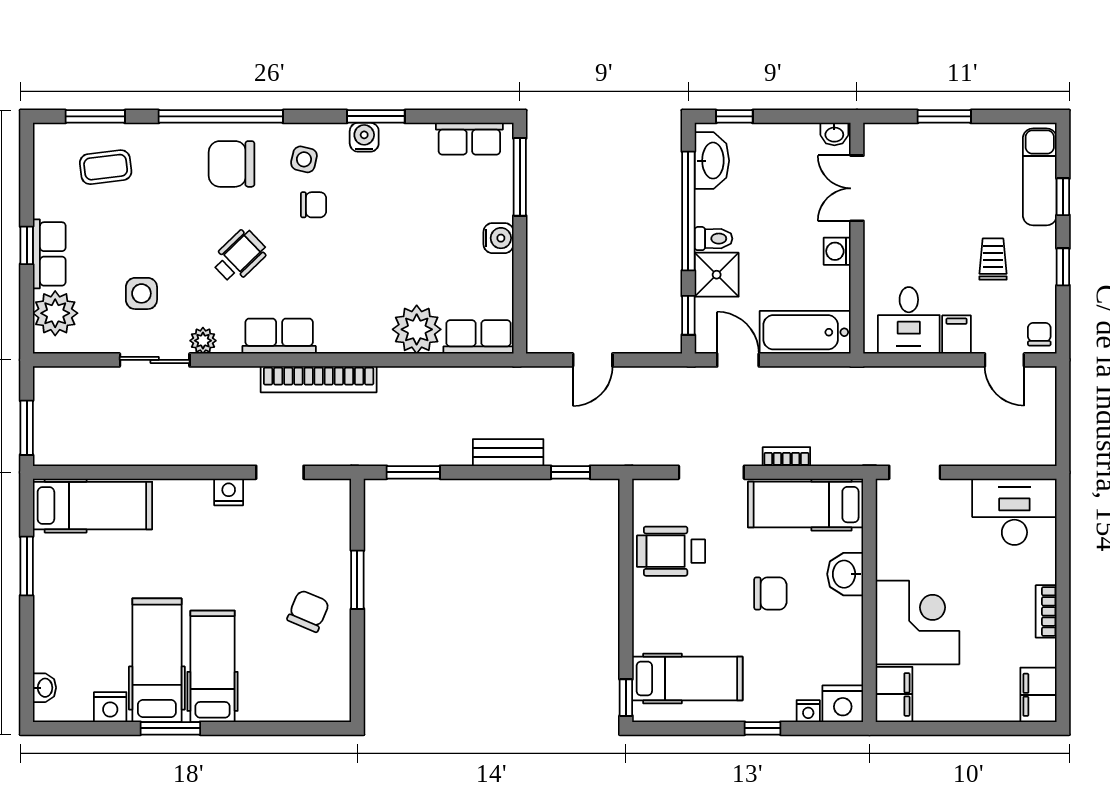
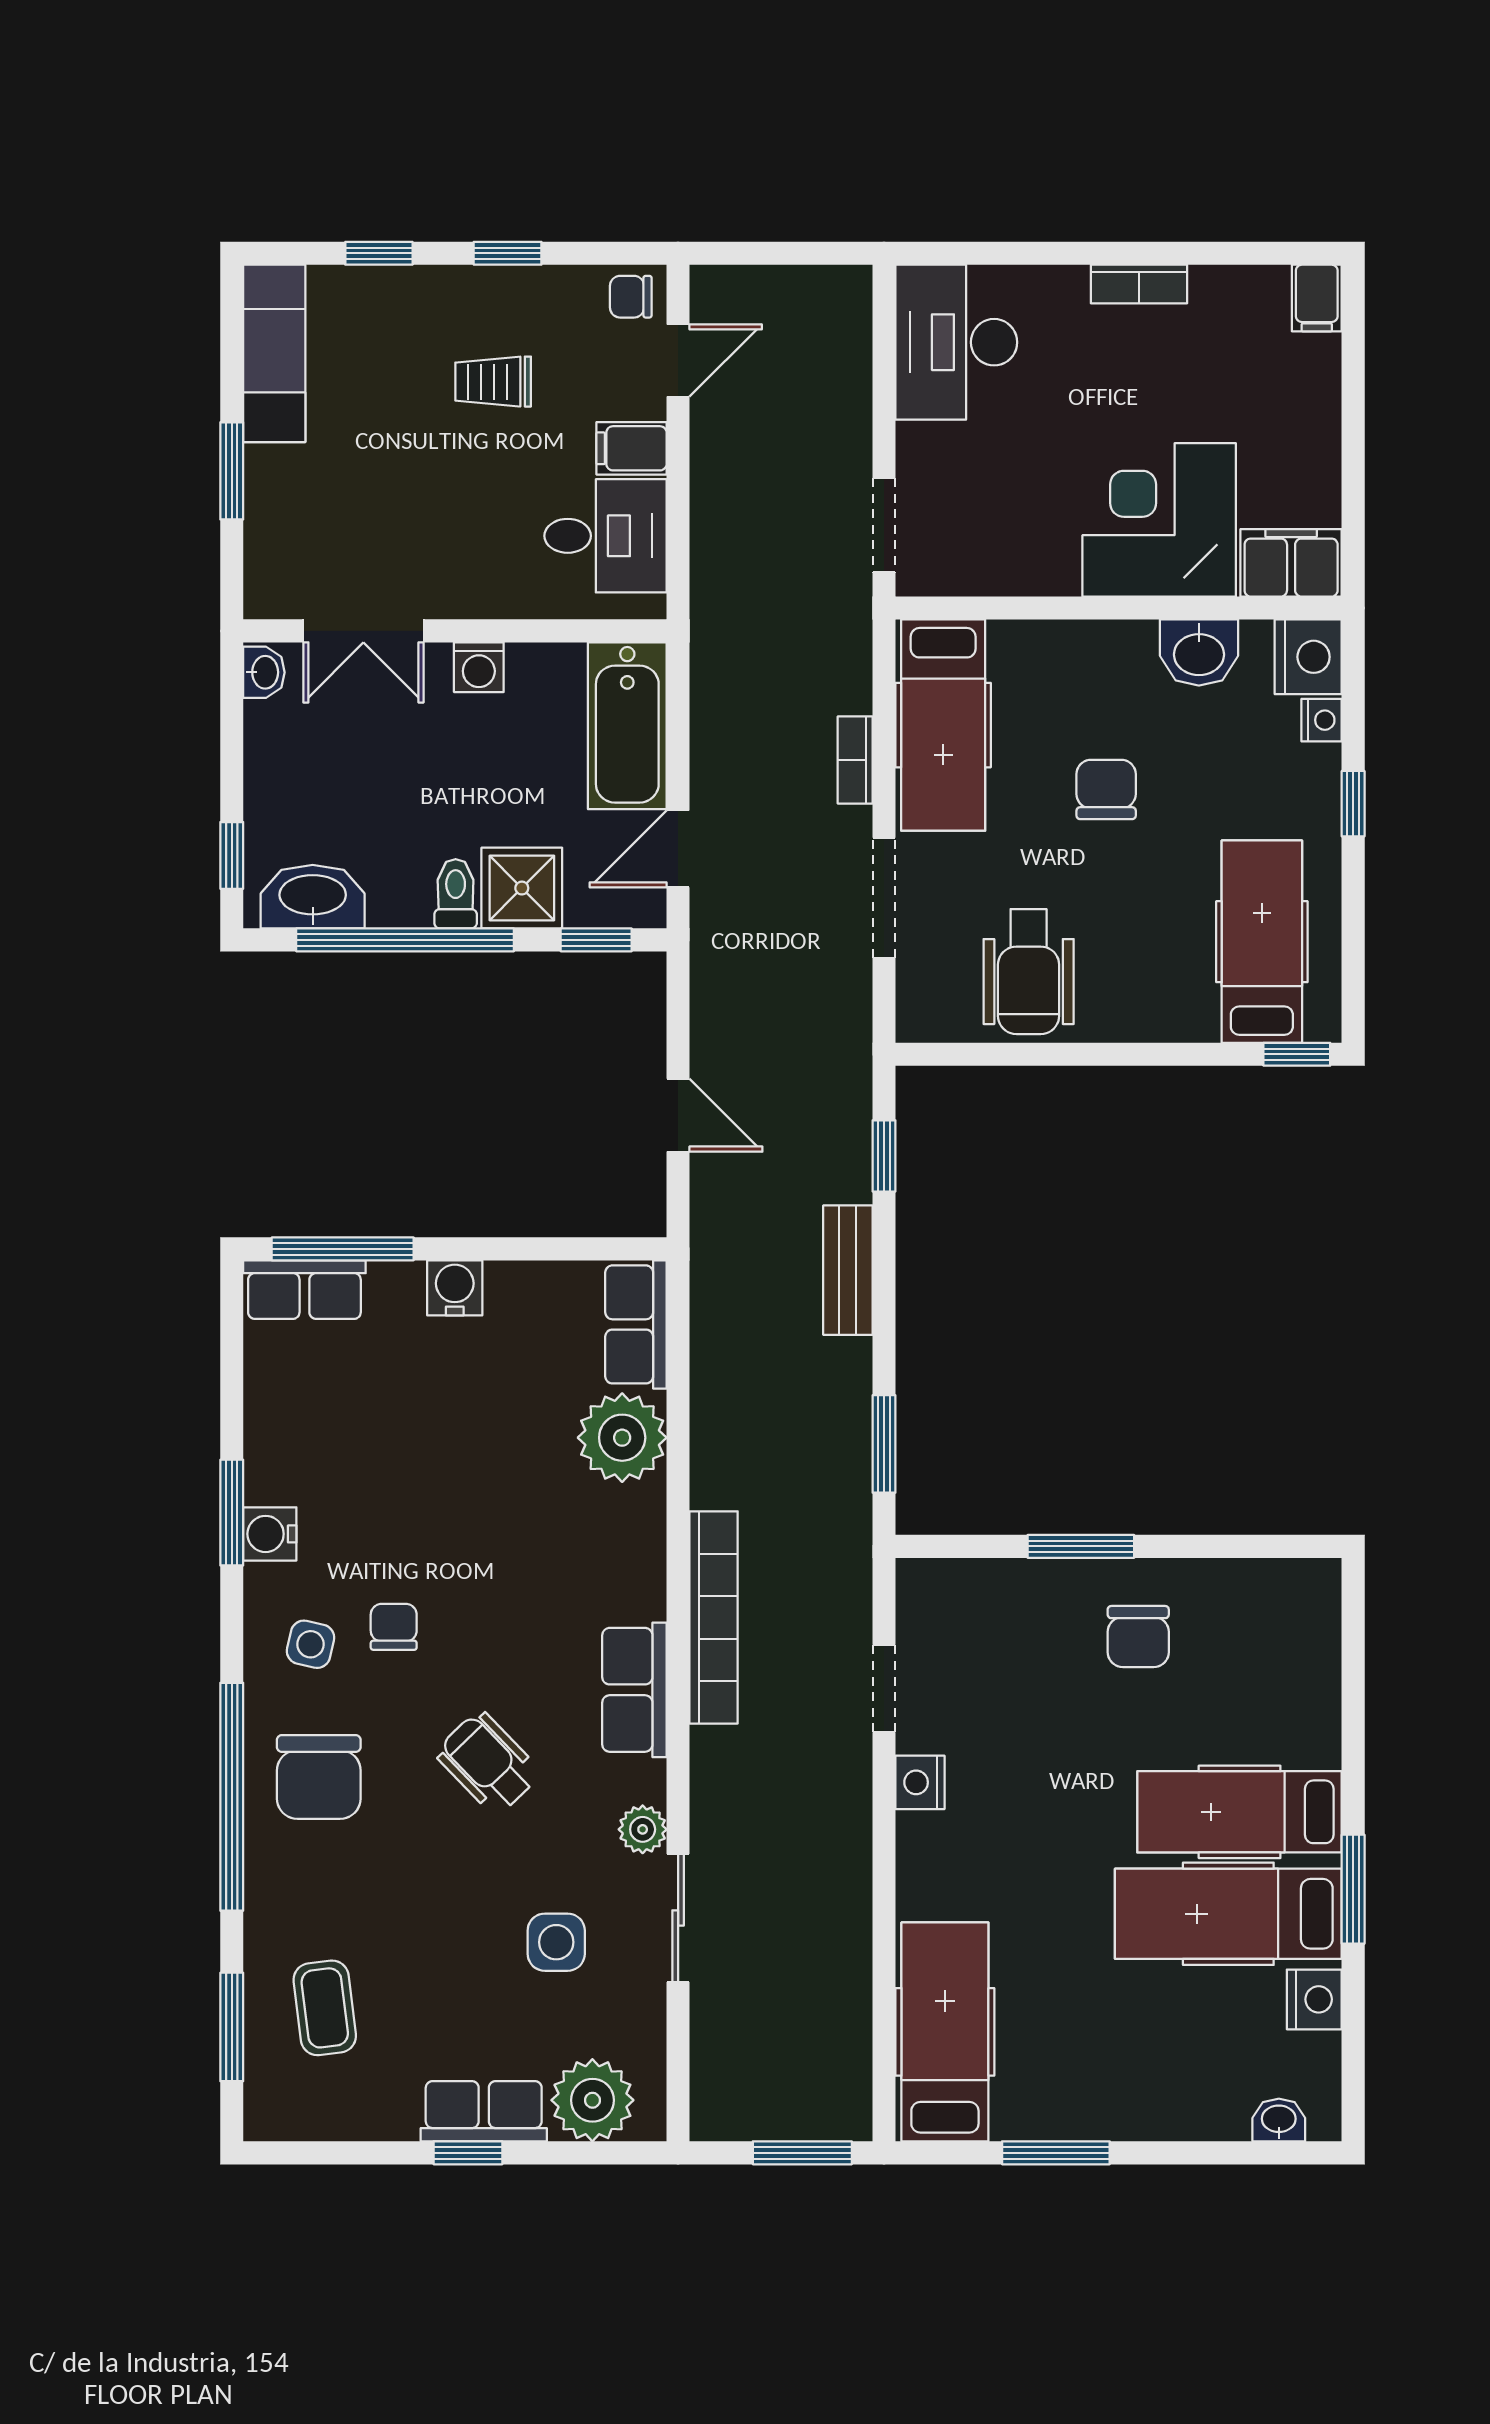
row of seats: (469, 139) -> (304, 1290), moved, turned 90
exam couch: (1040, 177) -> (274, 353), moved, turned -90
washbasin: (845, 574) -> (1199, 653), moved
chair: (308, 611) -> (1138, 1637), turned -113
filing cabinet: (1039, 695) -> (1317, 298), width x0.50

